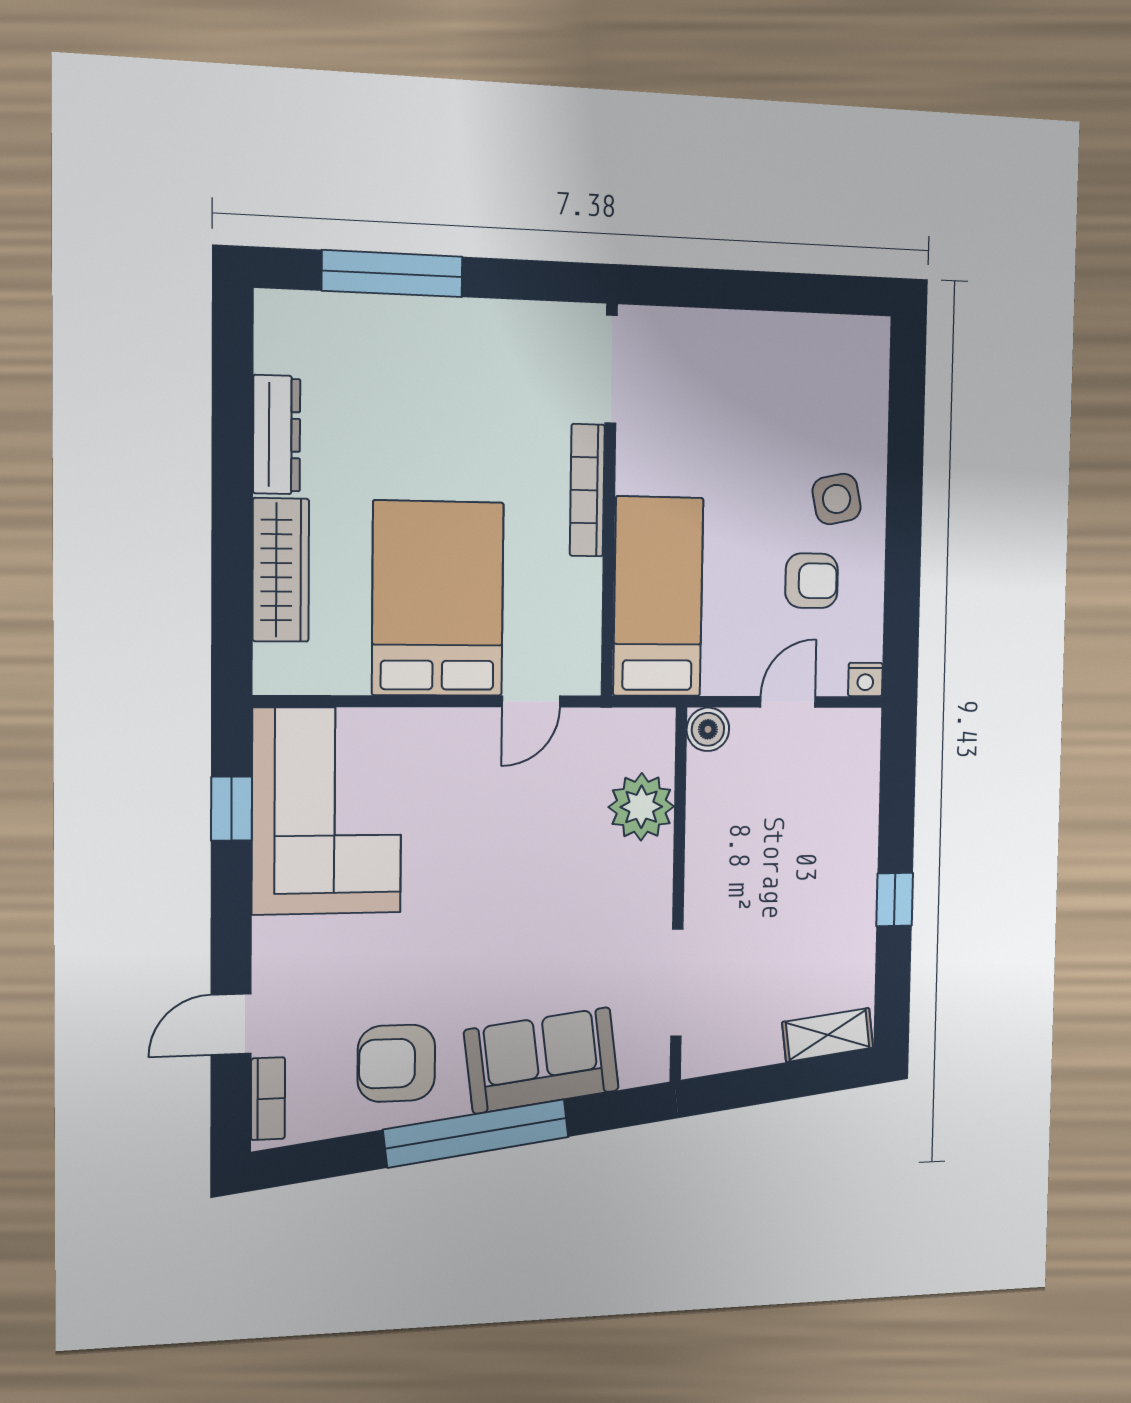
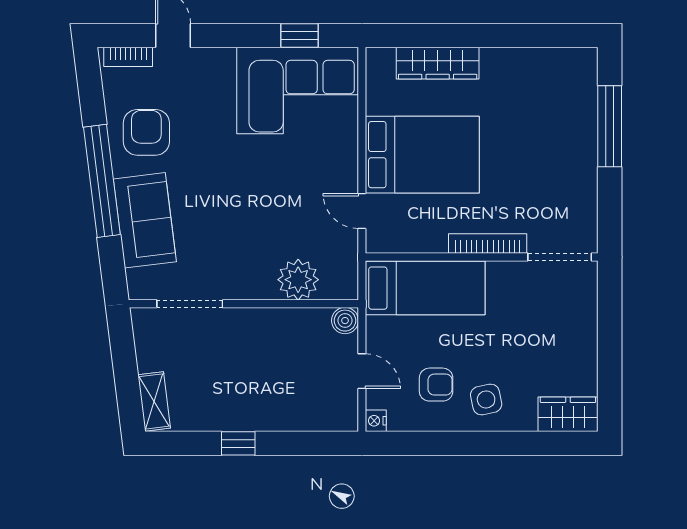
wardrobe: (863, 365) -> (568, 414), added
dresser: (277, 435) -> (515, 60), removed
armchair: (812, 581) -> (436, 385), turned -90

